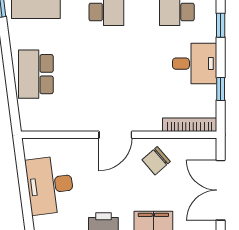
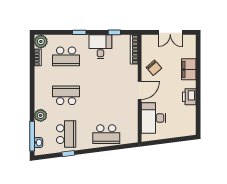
door: (115, 135) -> (140, 90), hinge flipped
desk: (50, 185) -> (153, 118), moved, turned 97
double door: (221, 190) -> (170, 32), width x0.73

